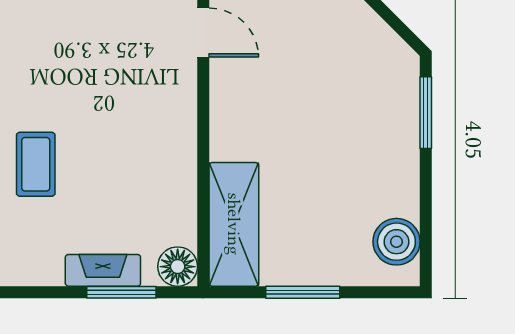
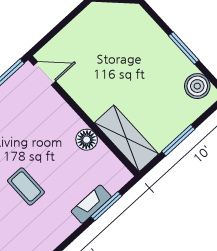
window: (426, 113) -> (184, 48), moved
floor lamp: (178, 267) -> (87, 140), moved

